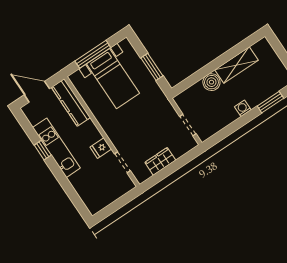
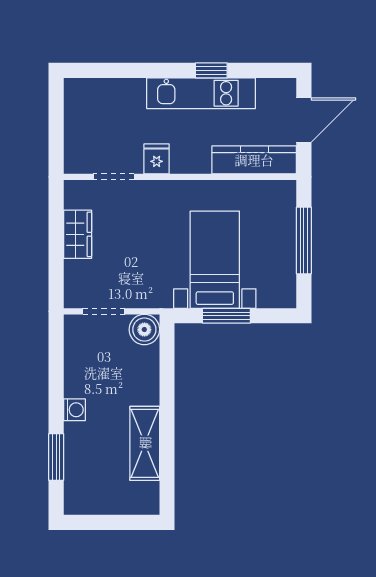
bed with nightstands: (113, 79) -> (215, 260), moved, turned 90
boiler: (211, 82) -> (144, 330), moved

